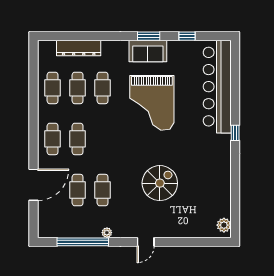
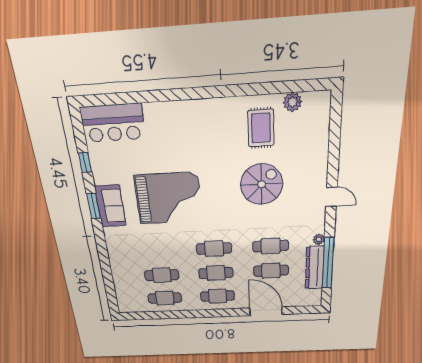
dresser: (79, 48) -> (315, 268), moved, turned 180
bar counter: (217, 87) -> (113, 123), width x0.54
cafe table: (103, 88) -> (214, 249), moved
window: (235, 133) -> (195, 93), removed
spiral stairs: (160, 183) -> (262, 184), turned 90
rug: (206, 183) -> (261, 128), added
plant: (224, 225) -> (293, 102), moved

